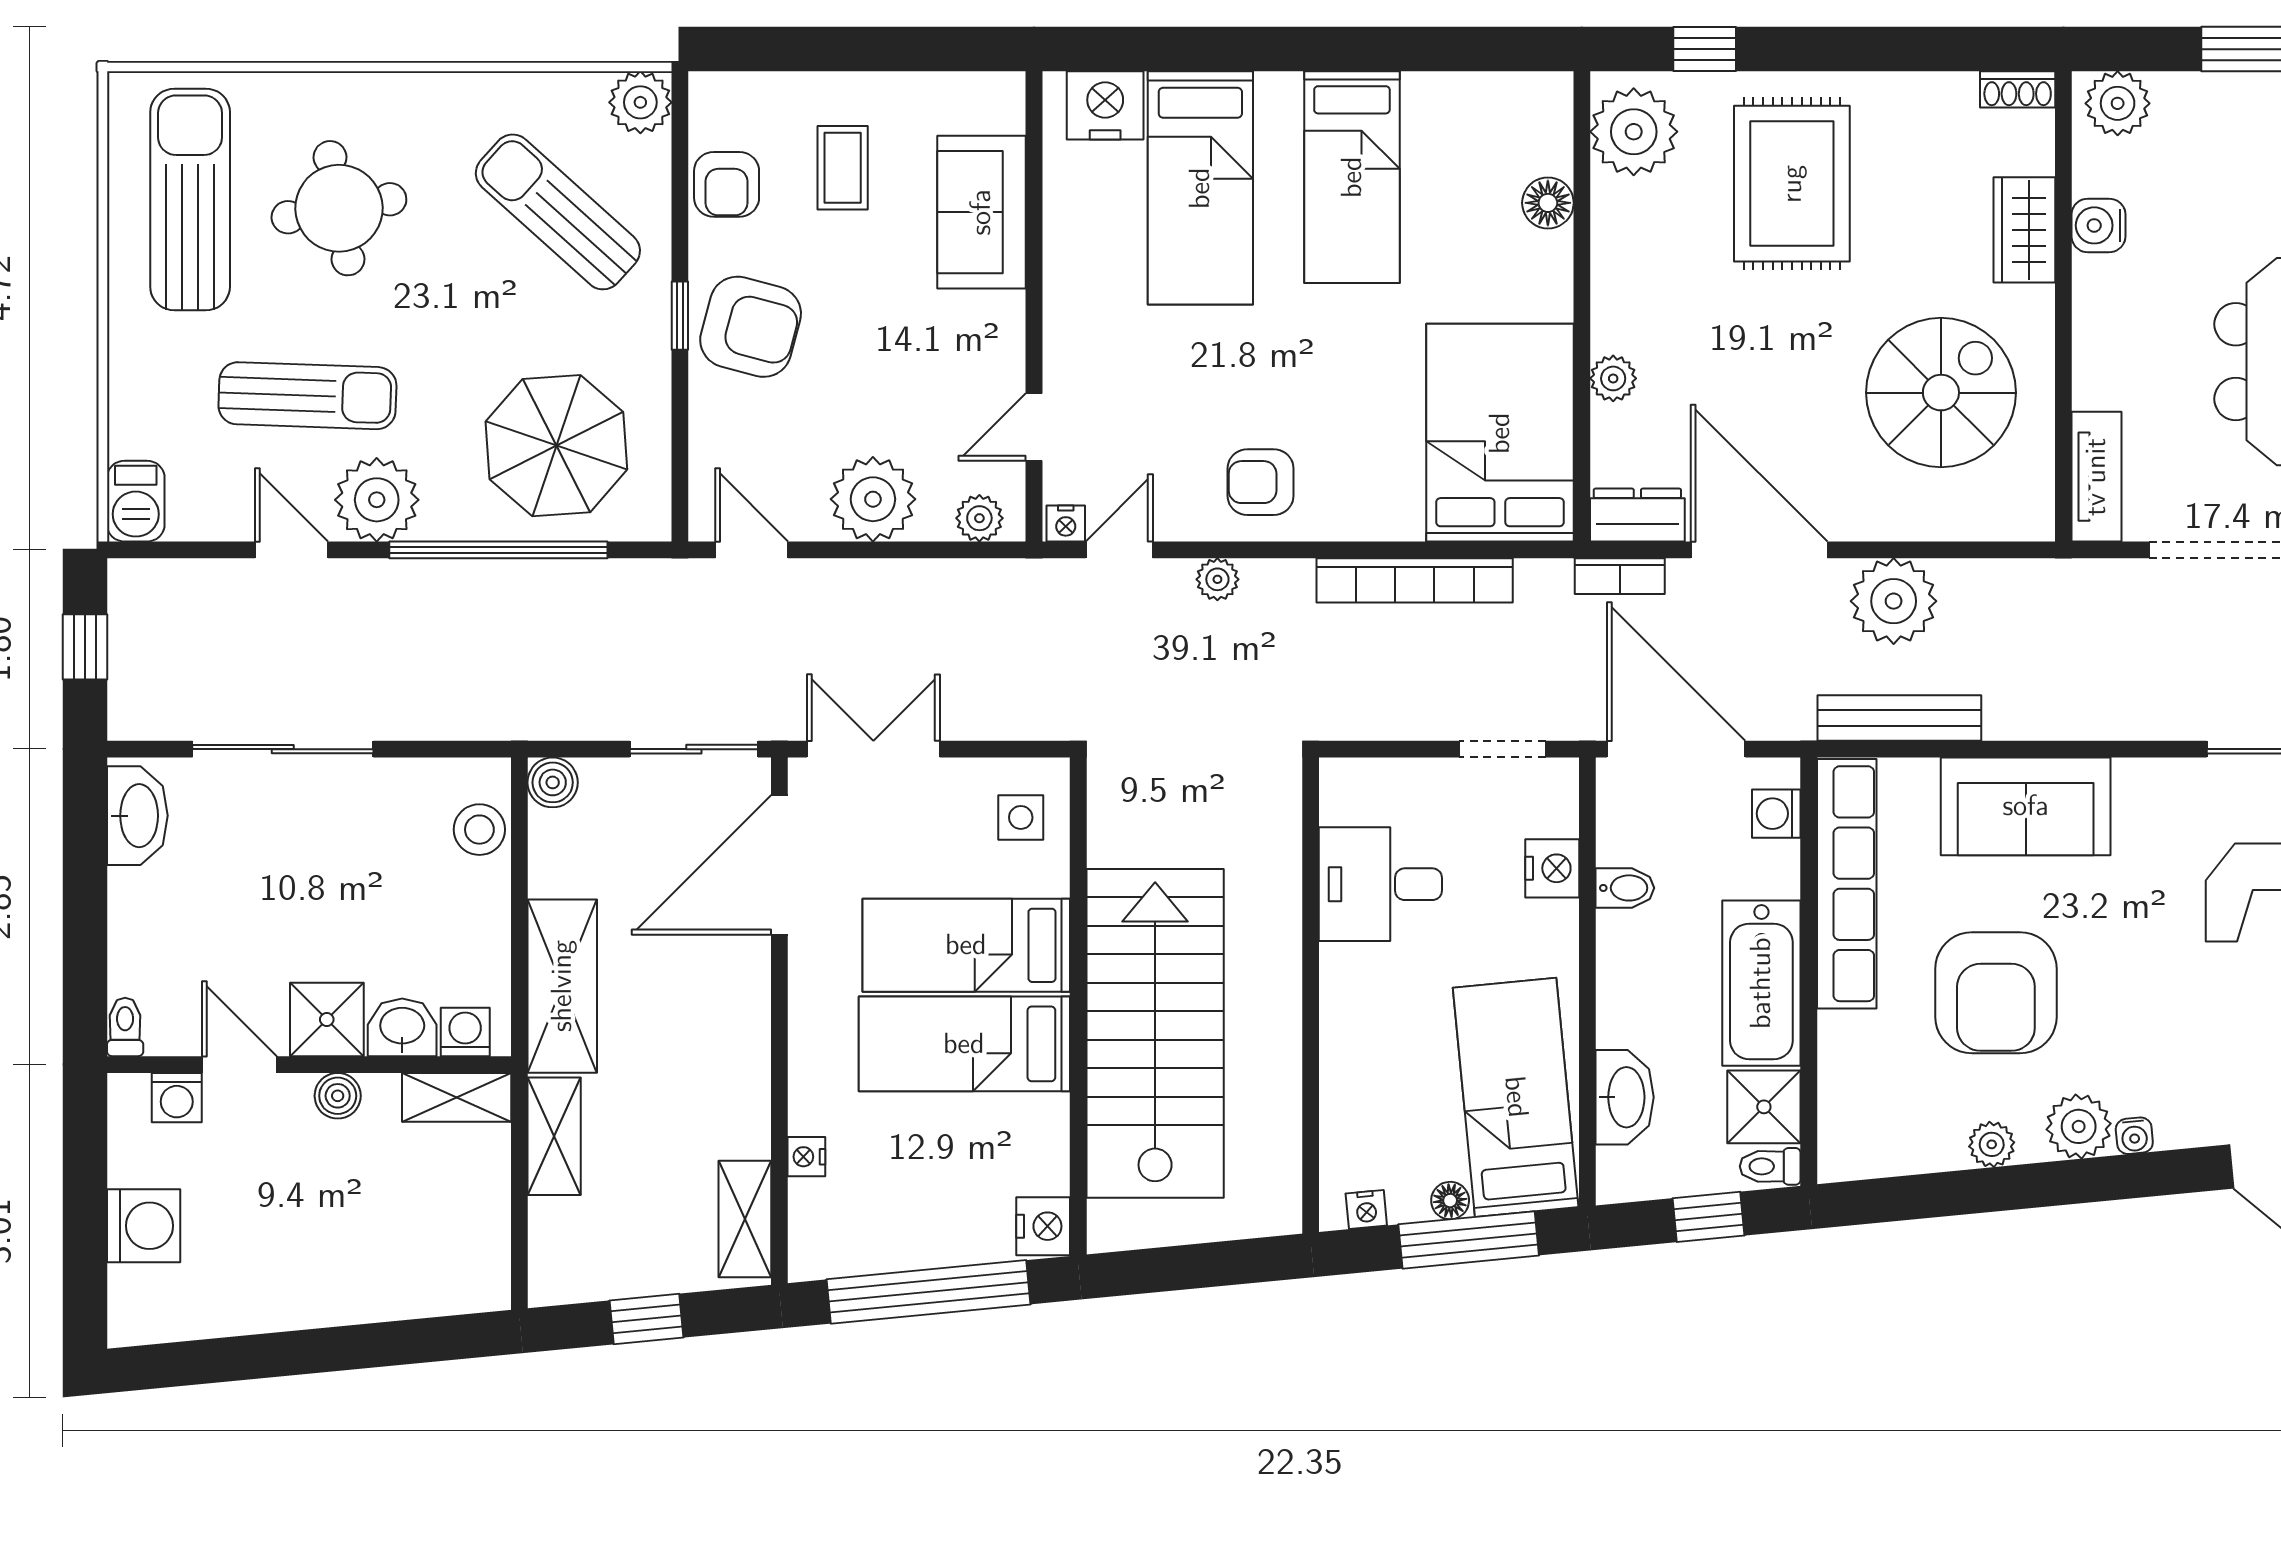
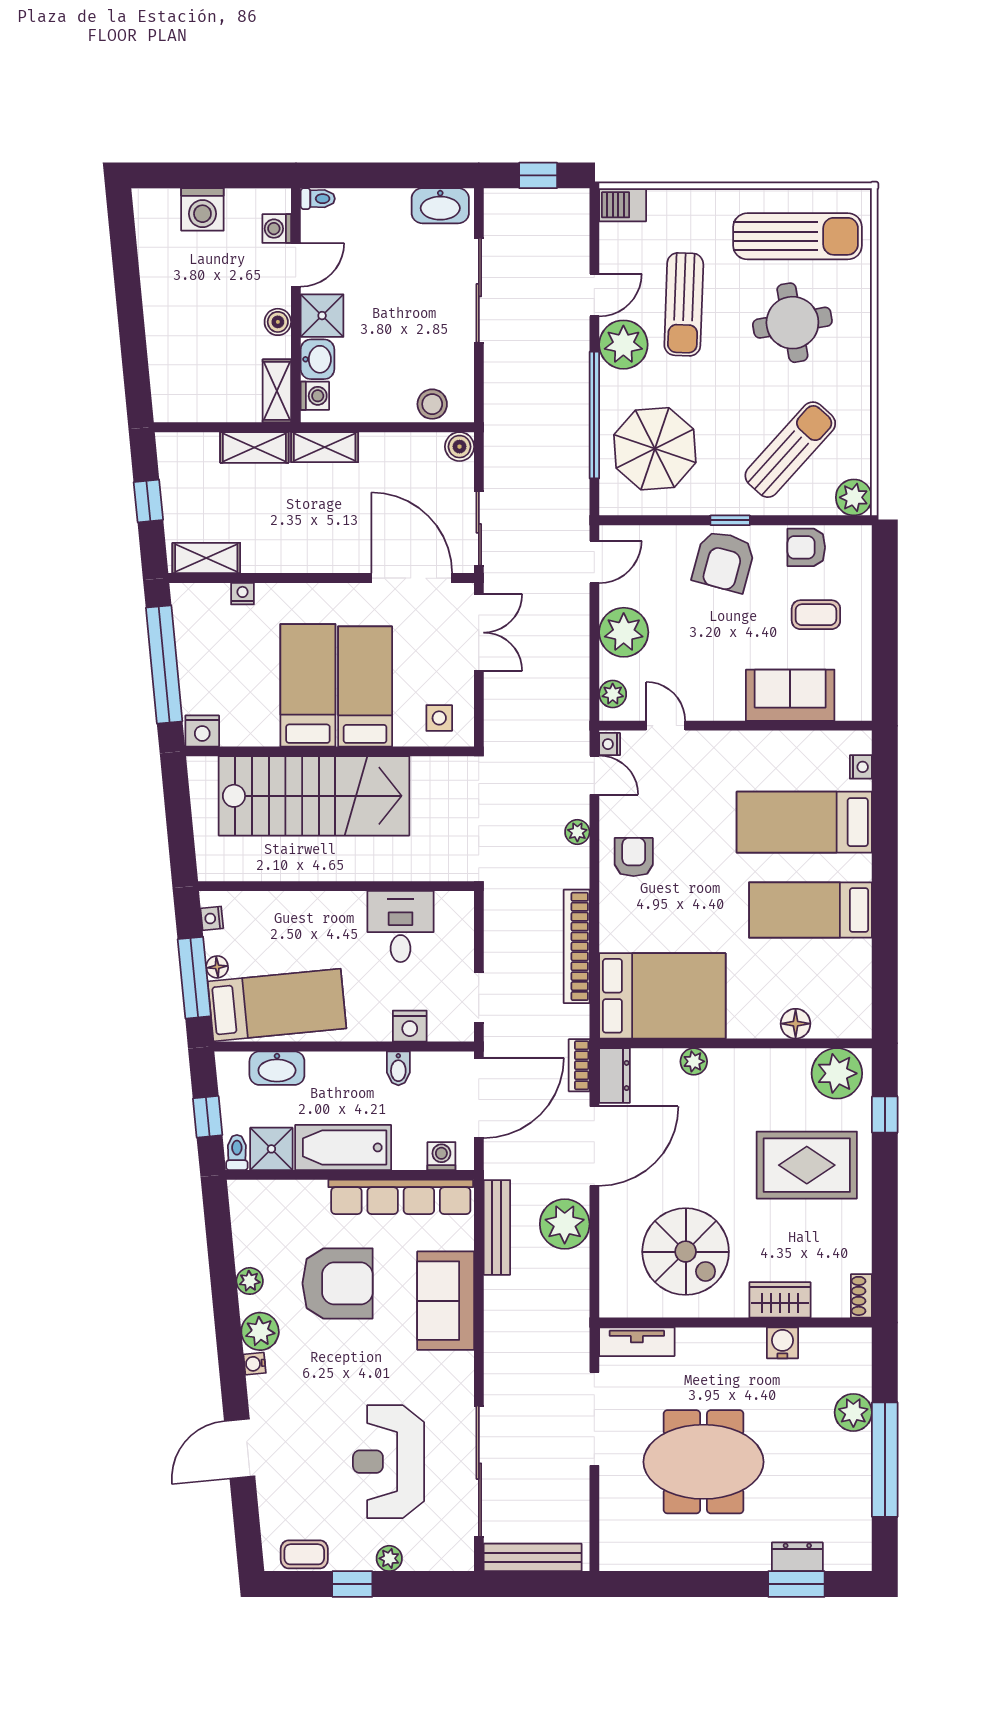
plant: (2118, 103) -> (853, 1412), moved
nightstand: (1105, 105) -> (861, 767), width x0.53, depth x0.56
shelving: (562, 986) -> (325, 447), width x0.67, depth x0.75
armchair: (1996, 993) -> (338, 1283), turned 180

